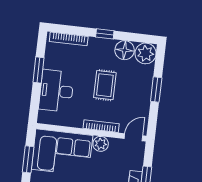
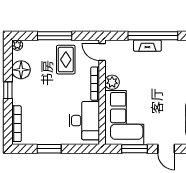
plant: (146, 53) -> (17, 45), width x0.53, depth x0.53
rug: (105, 85) -> (66, 60), moved, turned 90
window: (156, 90) -> (55, 36), width x1.44
desk: (56, 91) -> (84, 121), moved, turned -90

